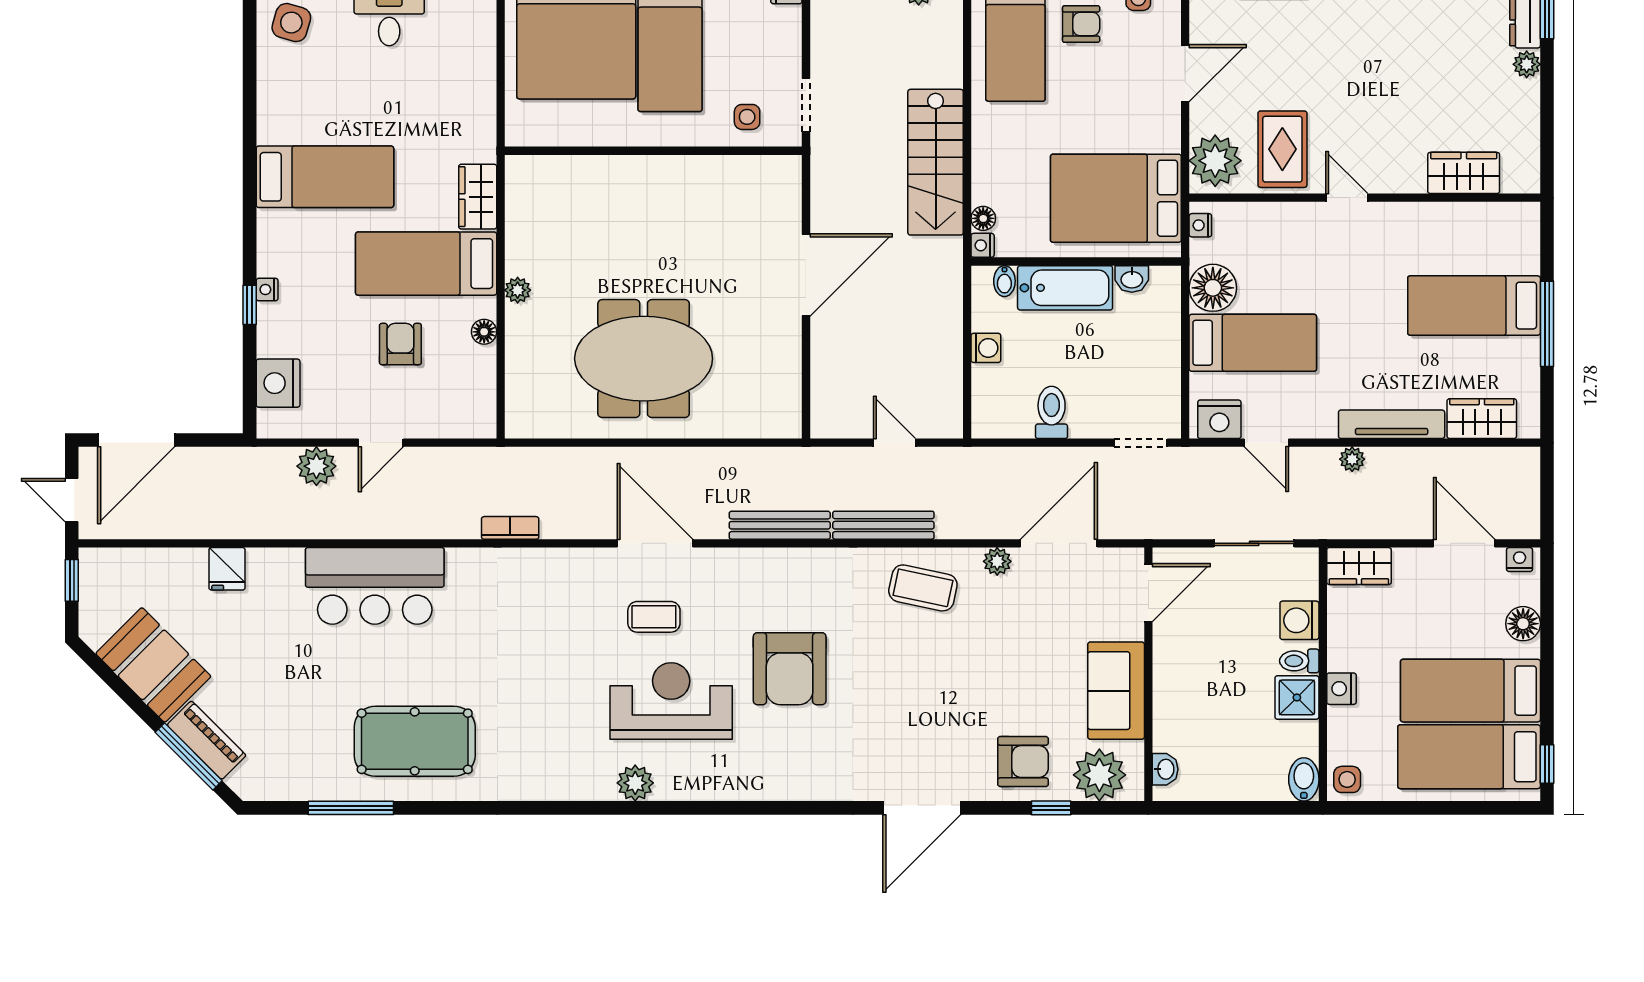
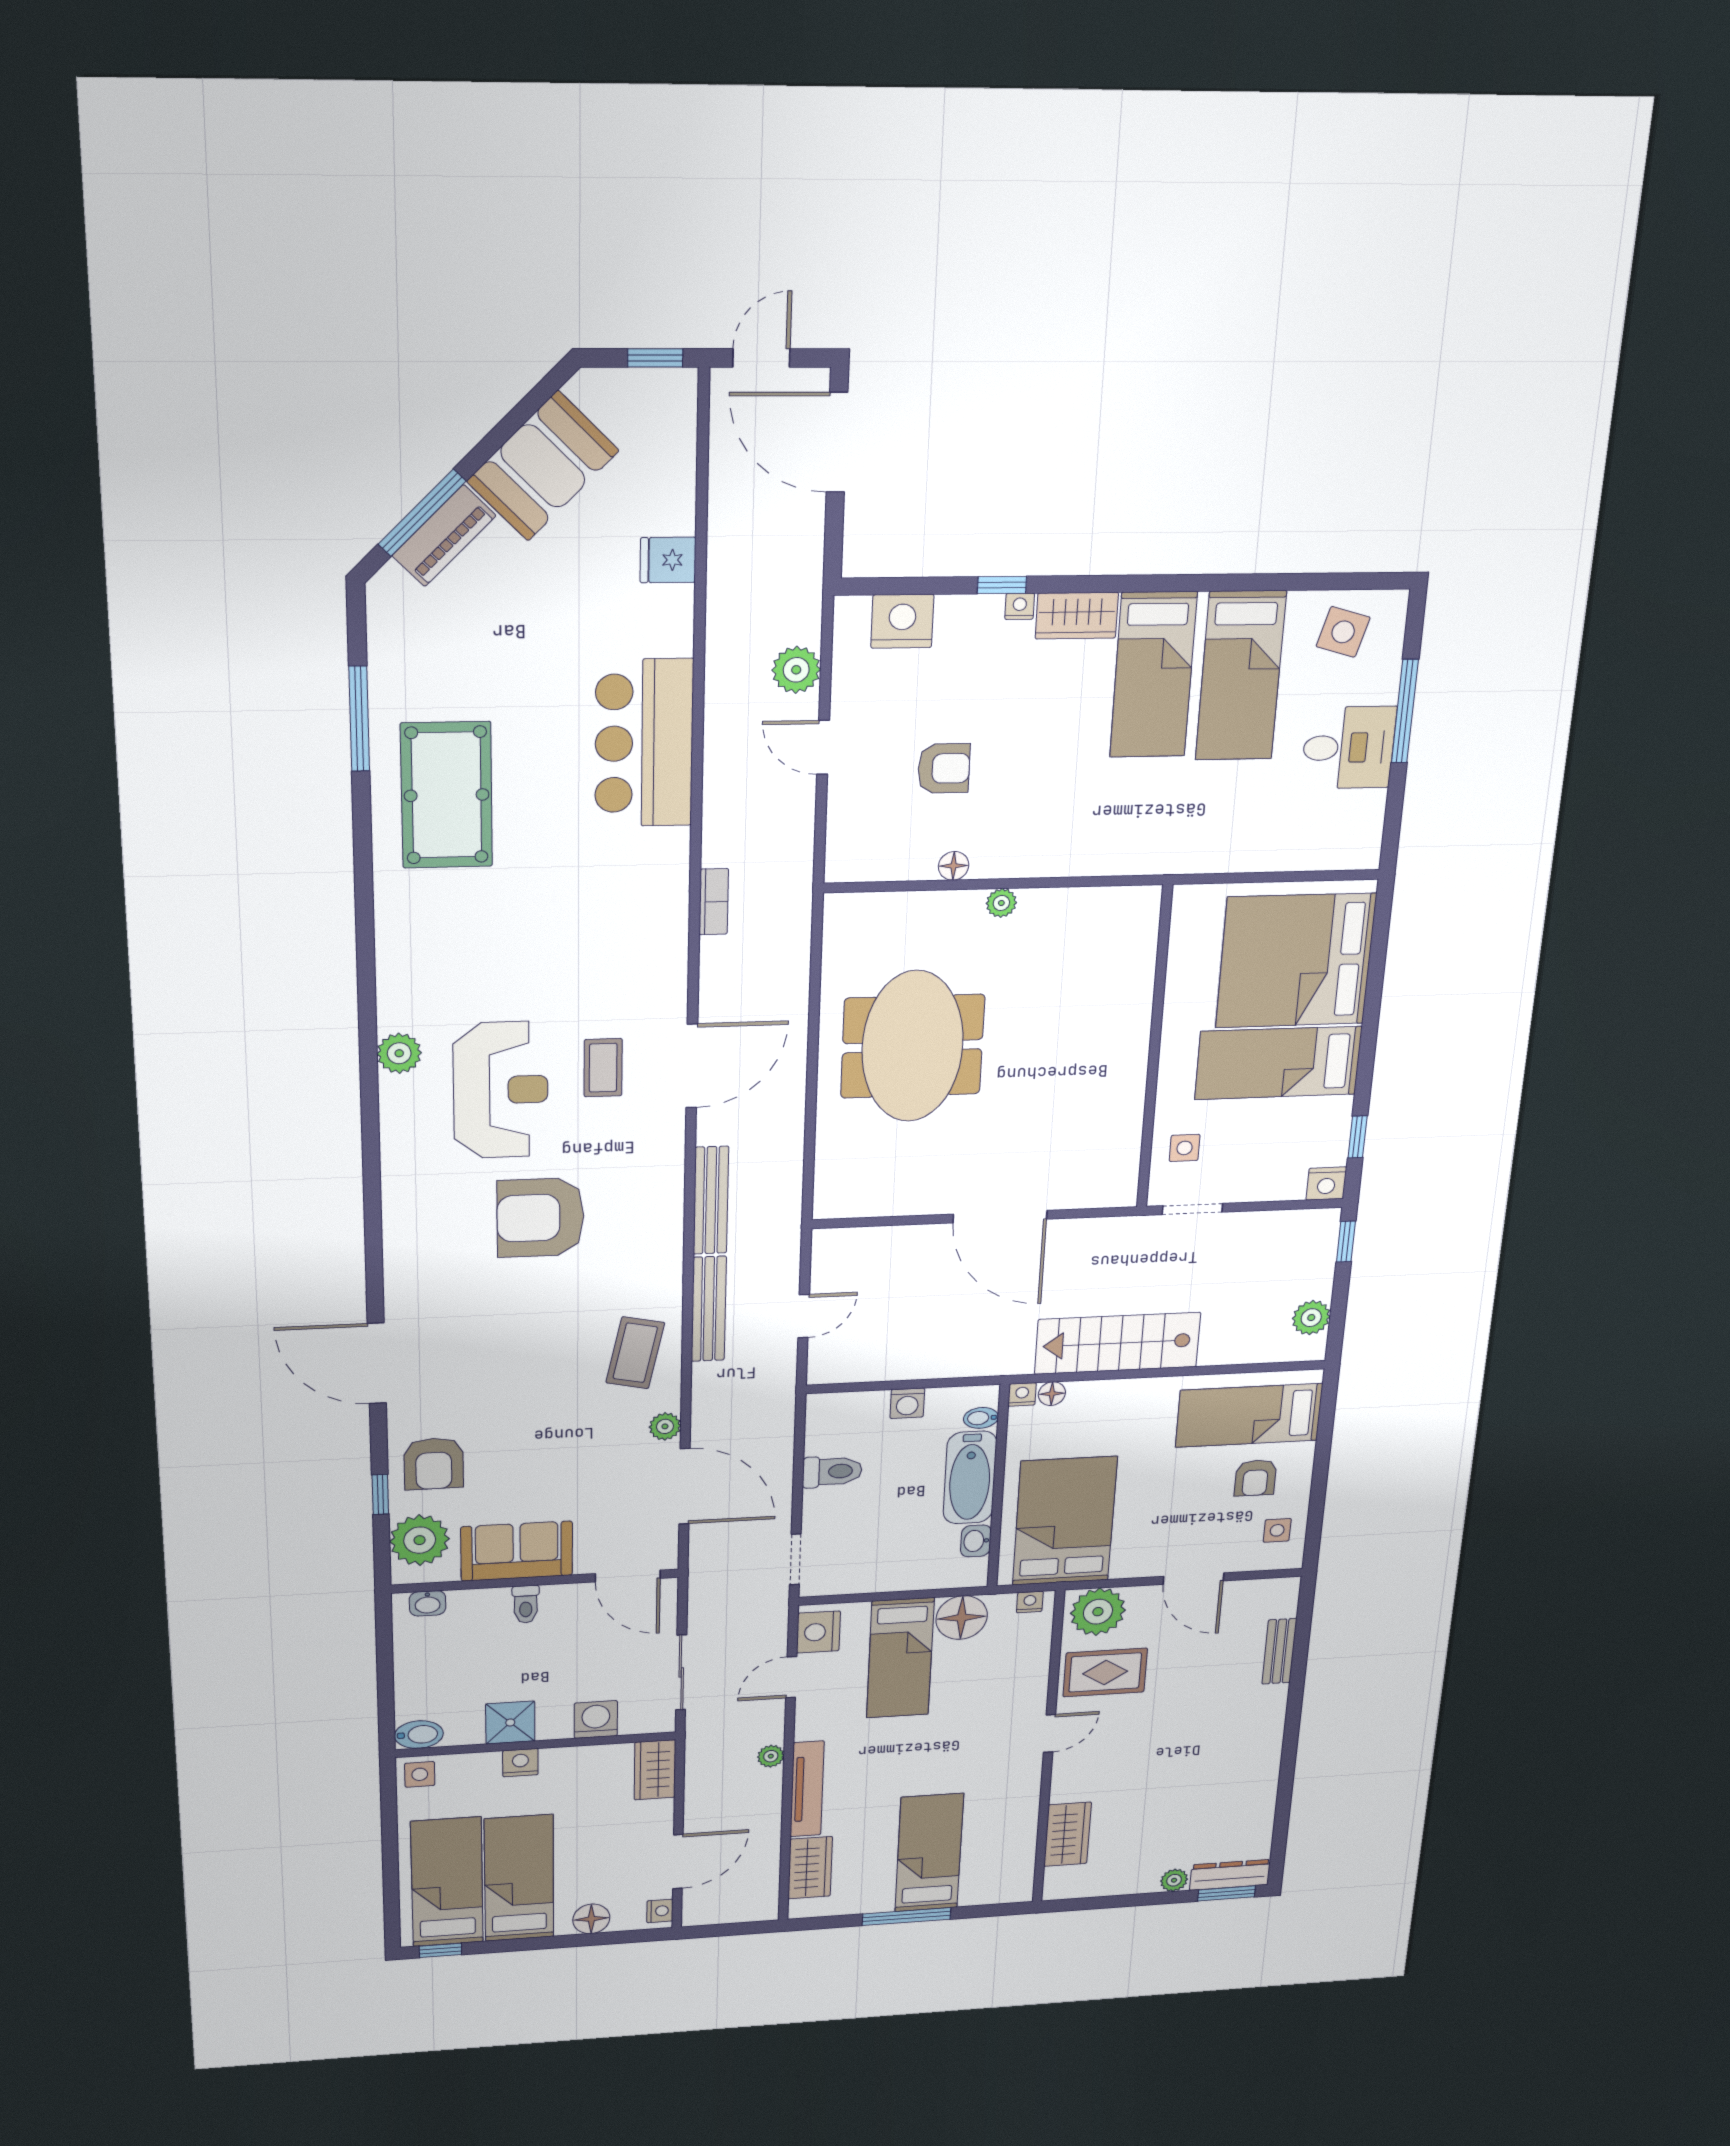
wardrobe: (478, 197) -> (1077, 616), moved, turned 180
bed: (426, 264) -> (1241, 676), moved, turned 180
toilet: (1299, 661) -> (526, 1604), moved, turned 180

